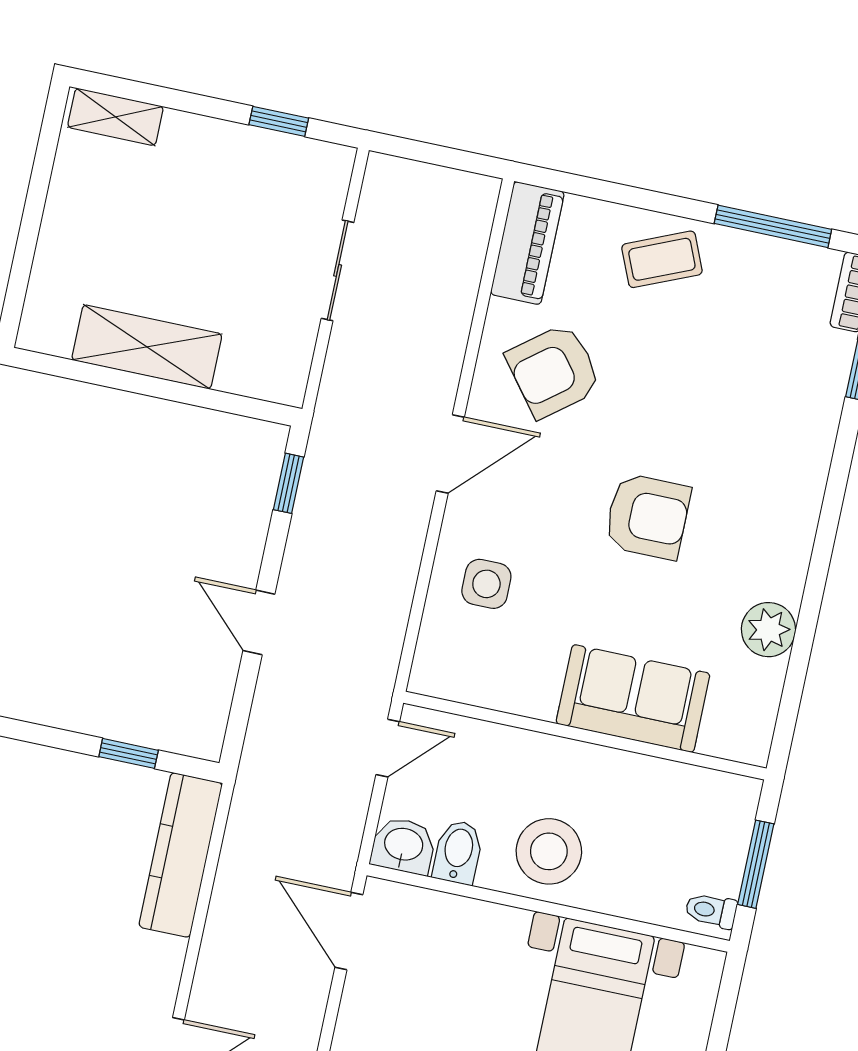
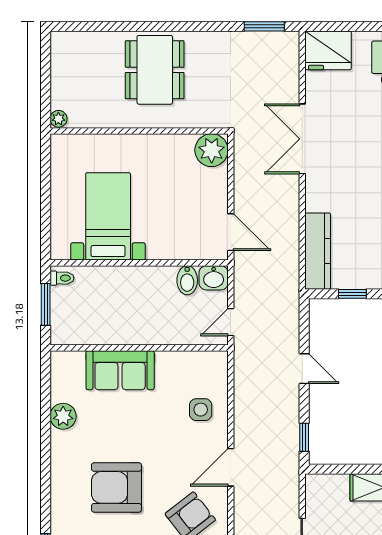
armchair: (647, 516) -> (116, 487), moved, width x1.36, depth x1.36
stool: (549, 851) -> (144, 290), removed

